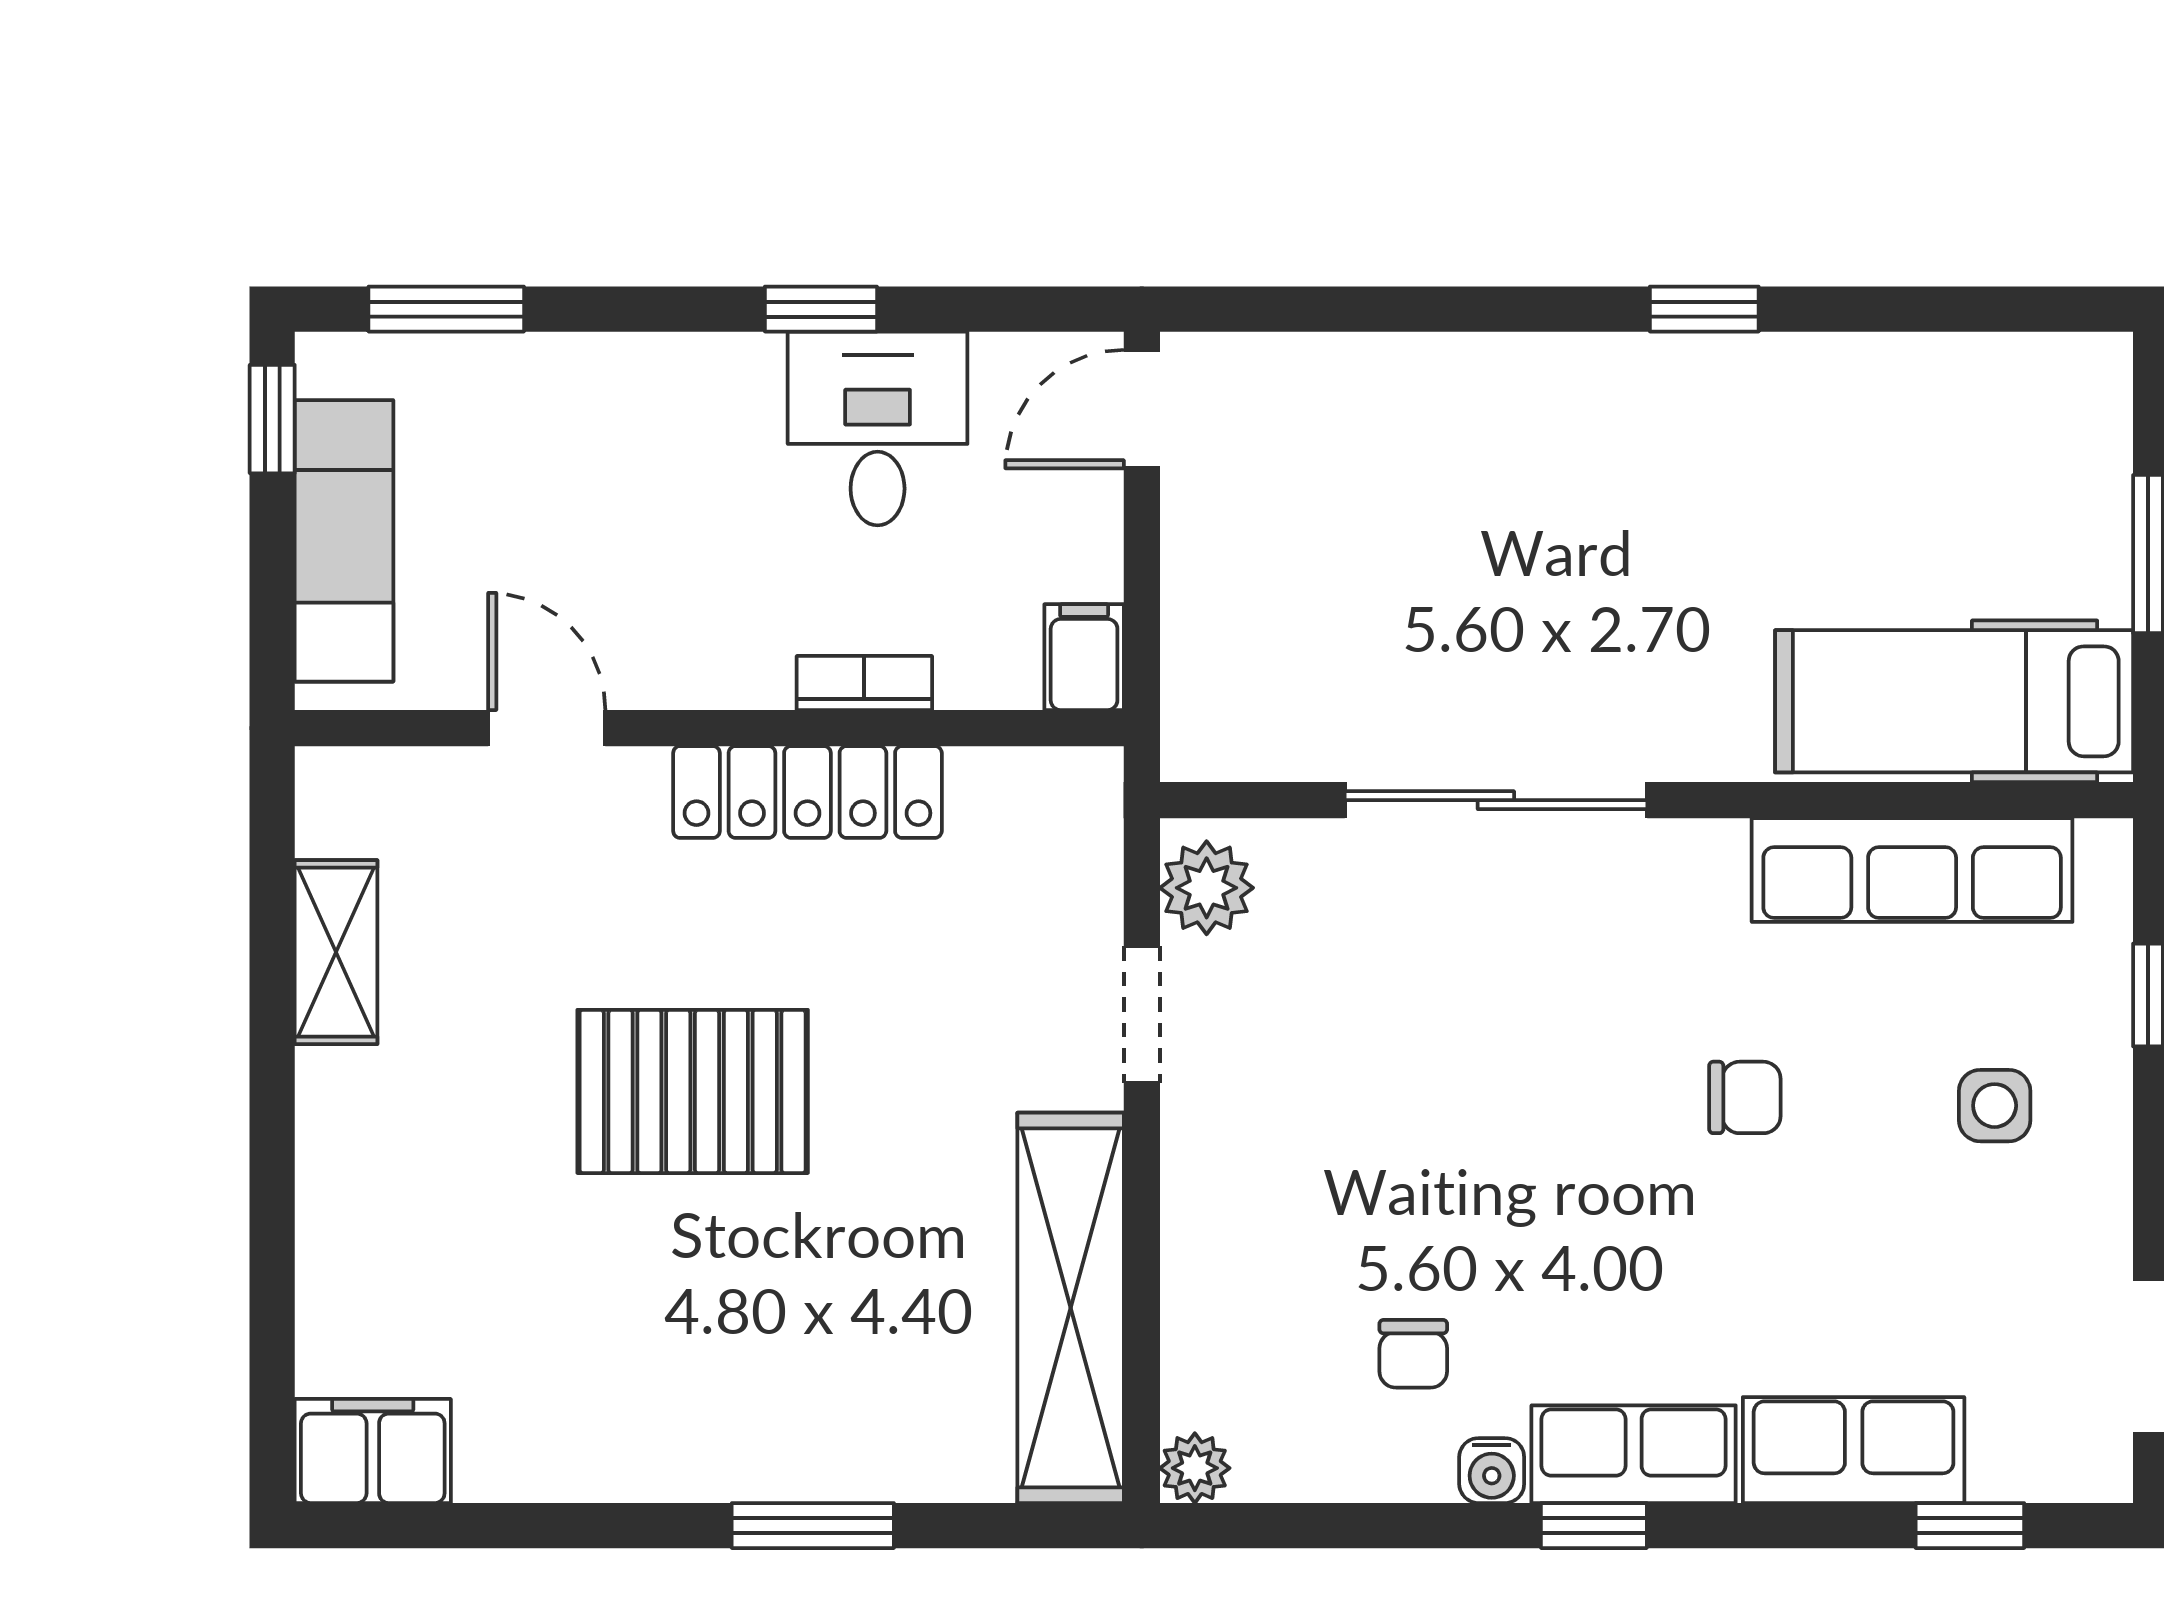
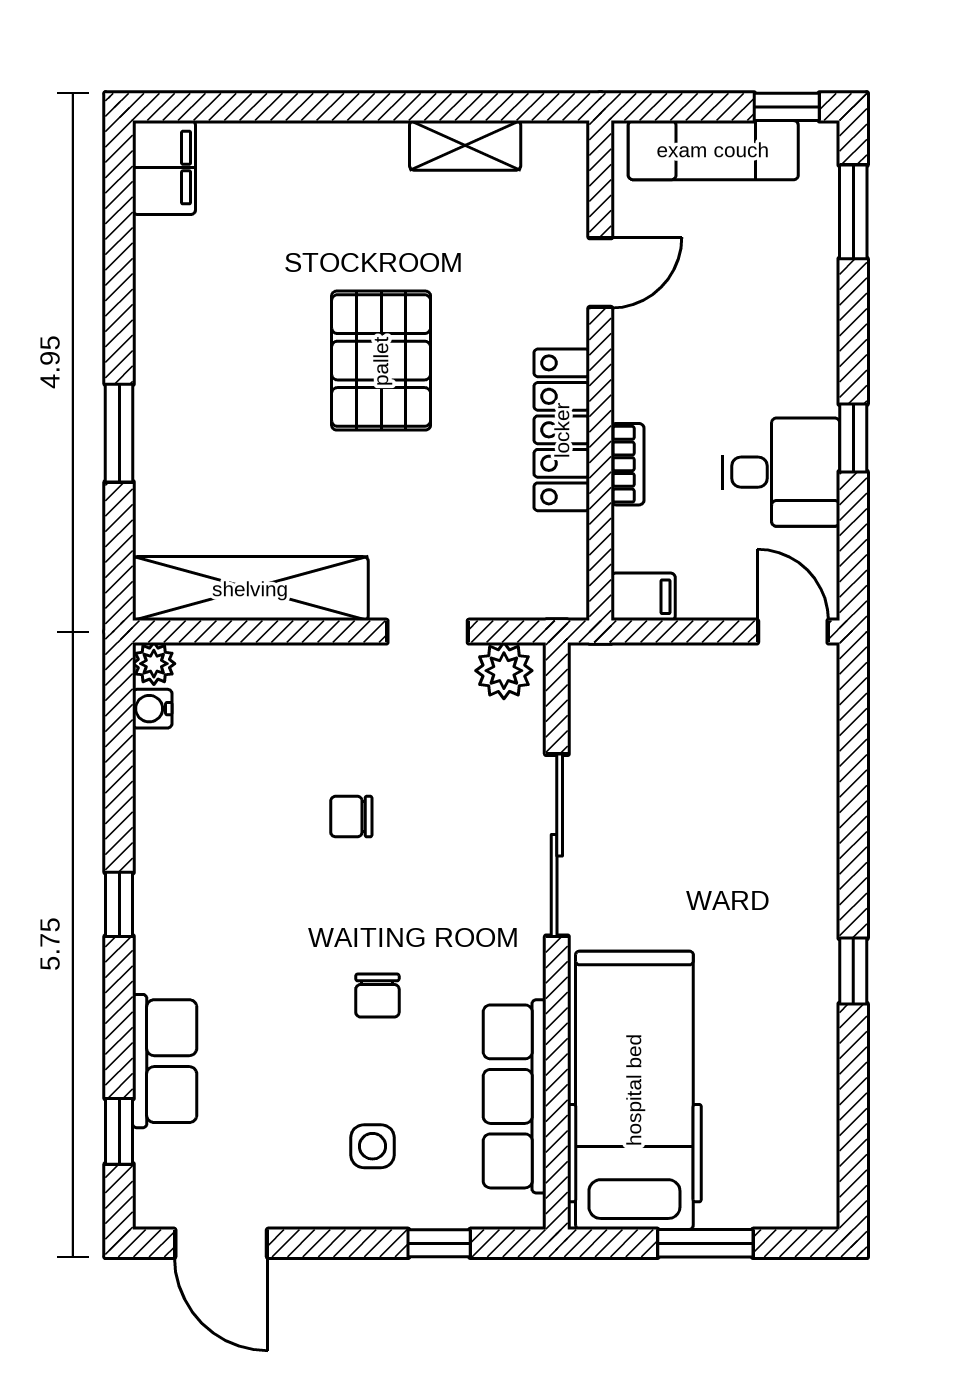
hospital bed: (1954, 701) -> (634, 1090), width x1.37, depth x1.29
chair: (1413, 1354) -> (351, 817), moved
row of seats: (1634, 1454) -> (162, 928), removed
water cooler: (1492, 1471) -> (152, 709), moved

